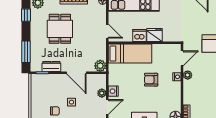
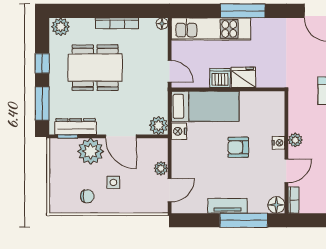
window: (26, 15) -> (42, 63), moved
dining table: (60, 29) -> (95, 68), width x1.38
door: (182, 58) -> (286, 171), moved
dresser: (51, 67) -> (76, 127), width x1.44
plant: (57, 82) -> (91, 151), added
nightstand: (113, 91) -> (179, 131), moved

